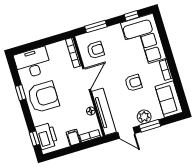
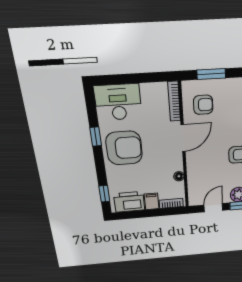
tv unit: (104, 112) -> (194, 180), removed
door: (126, 133) -> (213, 208), swing flipped
printer: (46, 136) -> (129, 202), moved, turned -90

